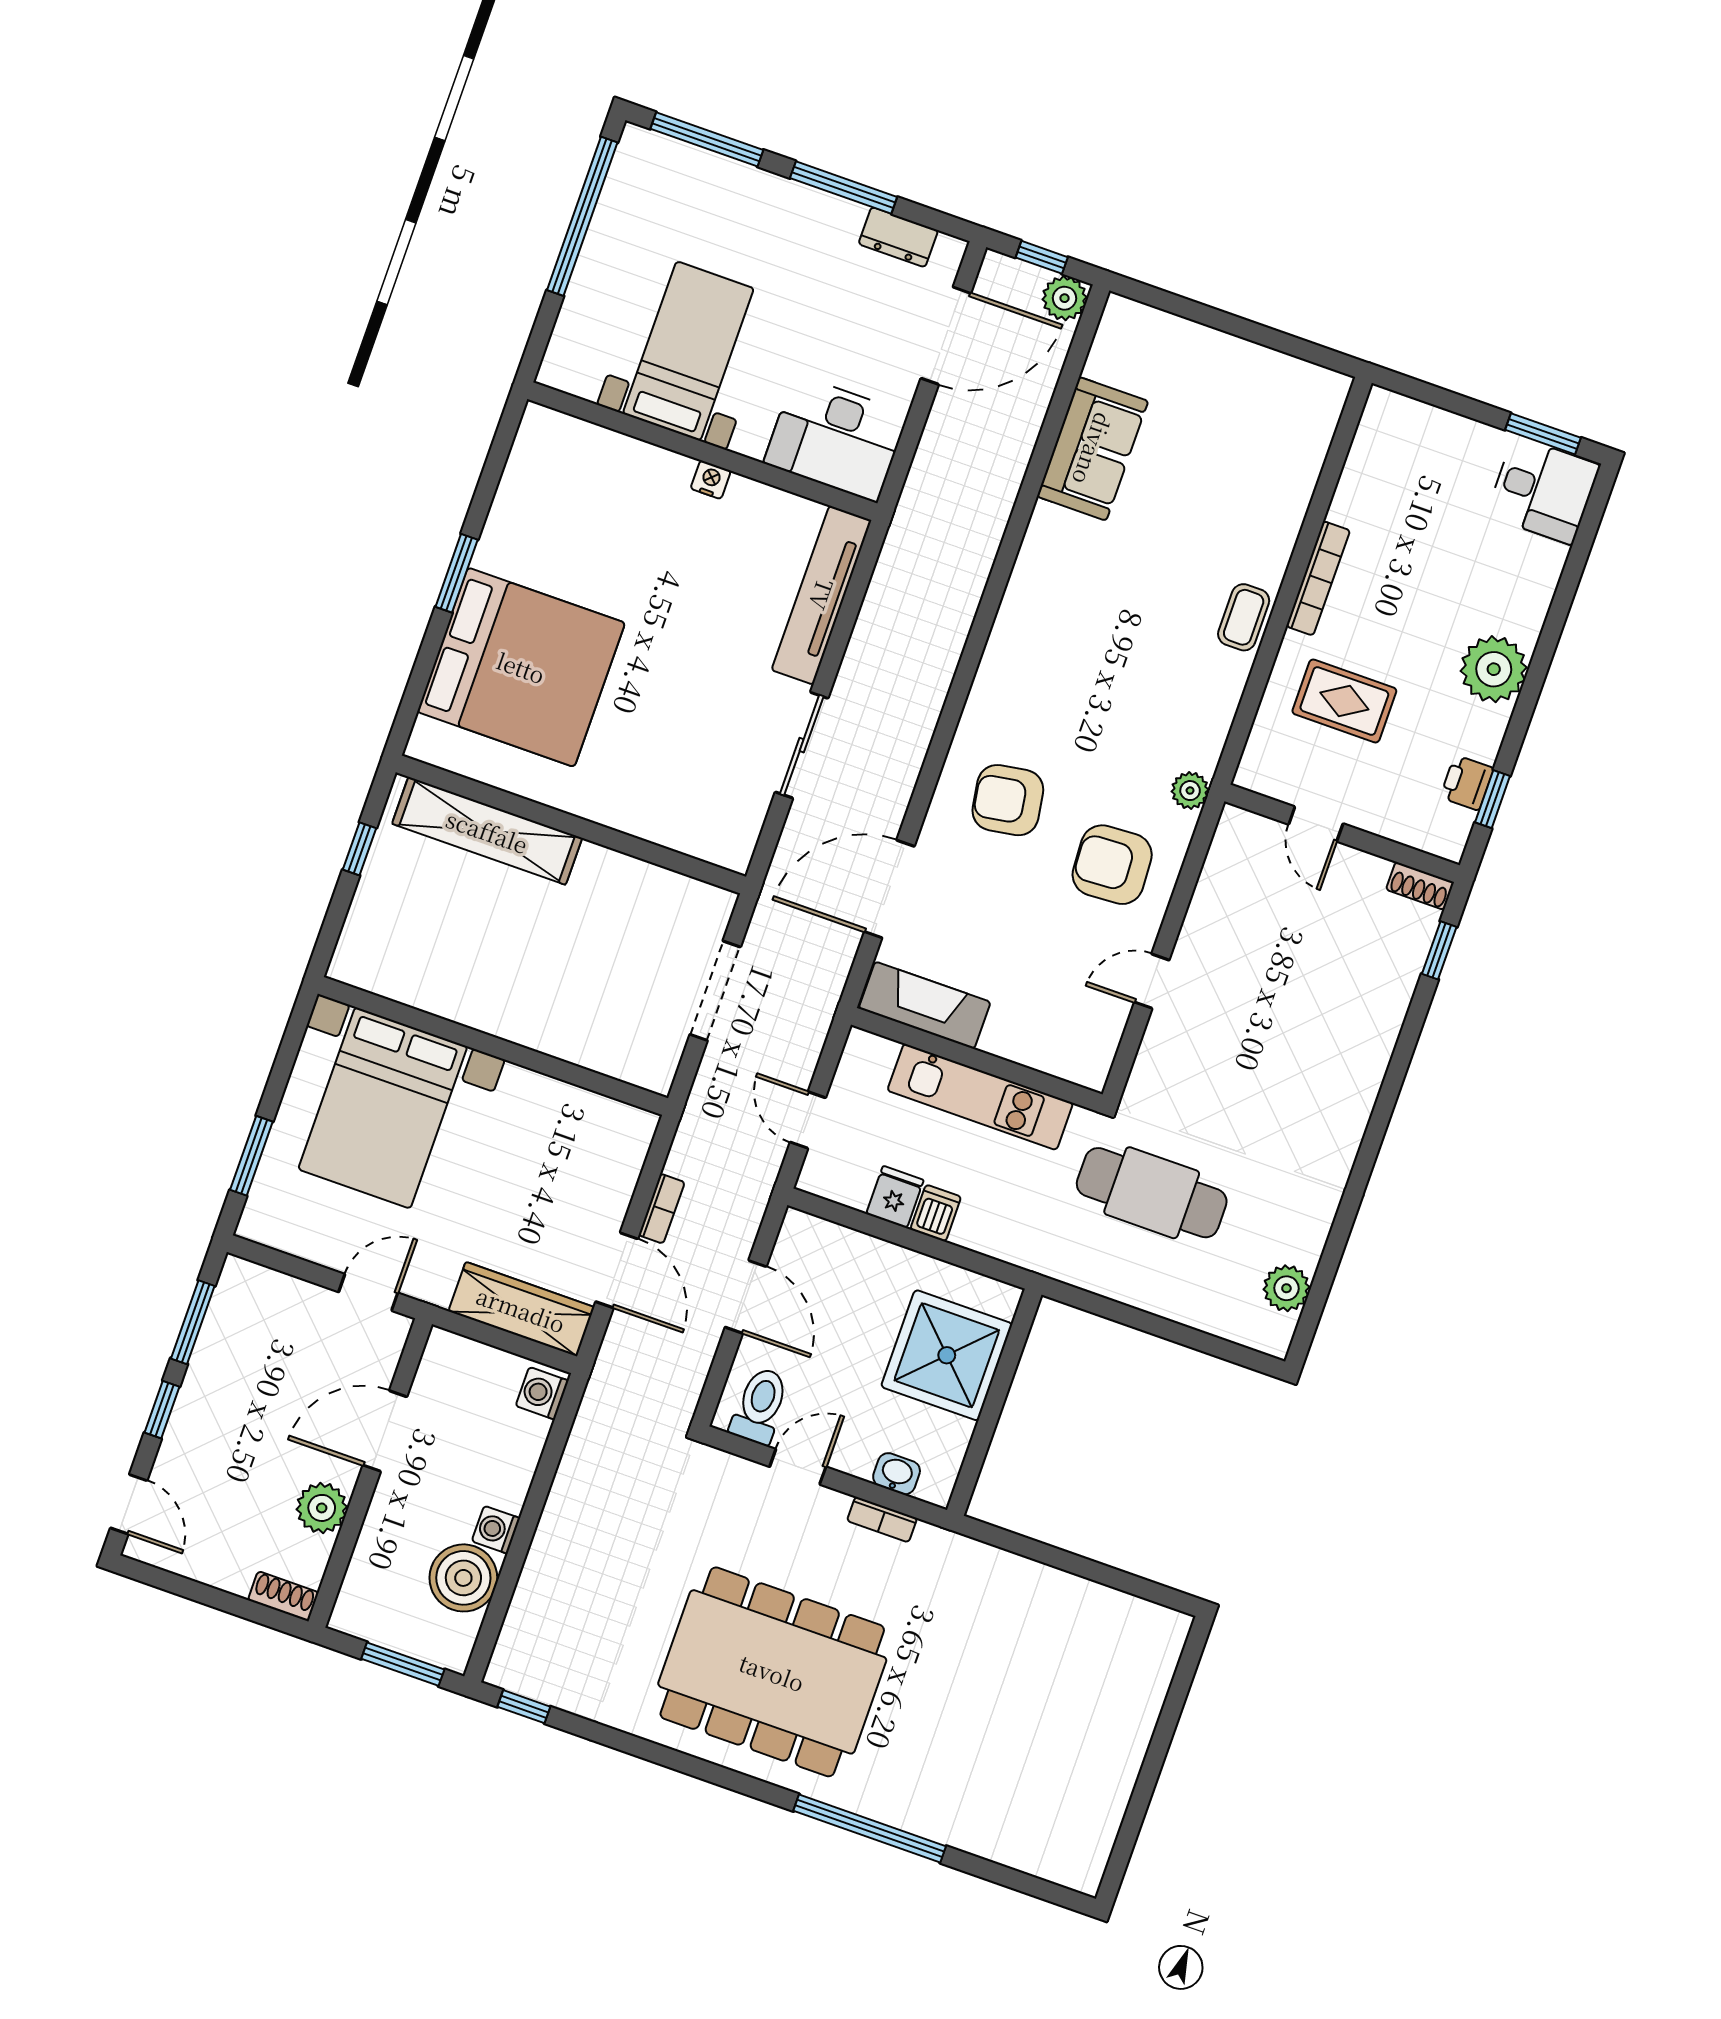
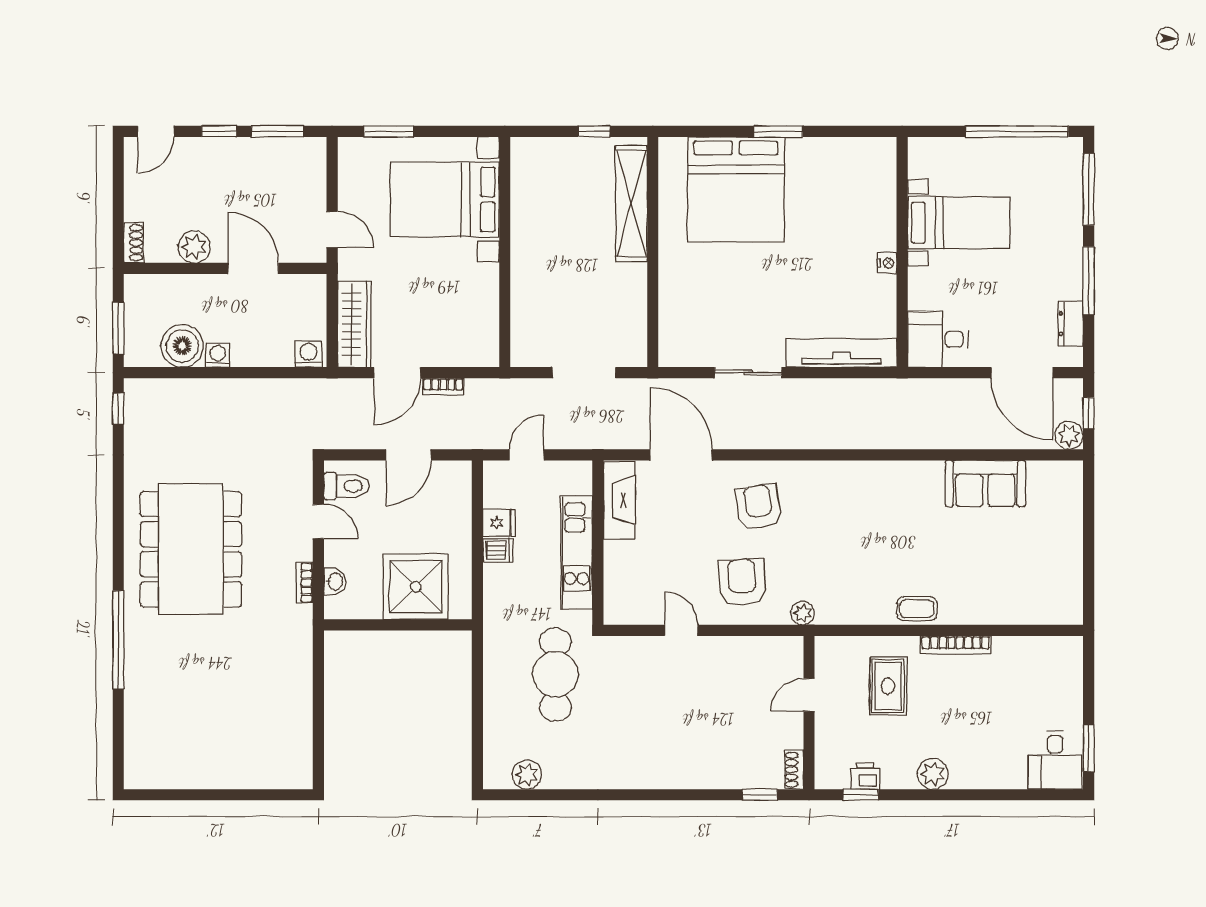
desk: (836, 438) -> (938, 339), width x0.73
plant: (1494, 669) -> (933, 774), width x0.73, depth x0.73

